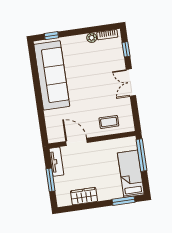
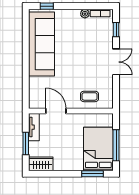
double door: (131, 83) -> (116, 62), swing flipped
window: (141, 155) -> (116, 145), moved
bed: (131, 174) -> (98, 149), width x1.50
wardrobe: (84, 196) -> (41, 164), moved

